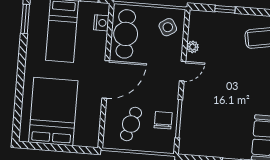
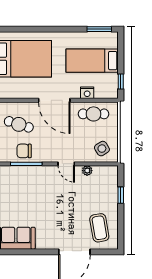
nightstand: (101, 23) -> (87, 93), moved
cafe table: (126, 34) -> (94, 114), width x0.73, depth x0.74
chair: (163, 120) -> (24, 151), turned 180

